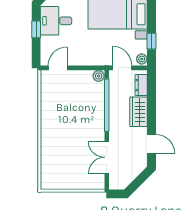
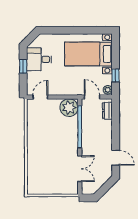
plant: (99, 76) -> (69, 108), width x1.88, depth x1.88
wardrobe: (139, 112) -> (105, 132), removed
double door: (107, 157) -> (80, 169), swing flipped

